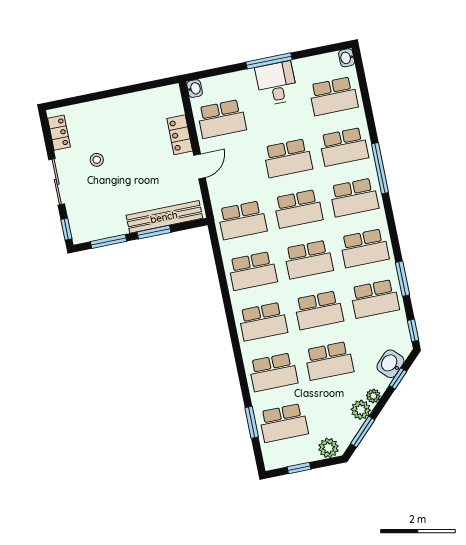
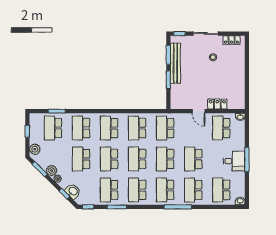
bench: (164, 217) -> (175, 63), moved

